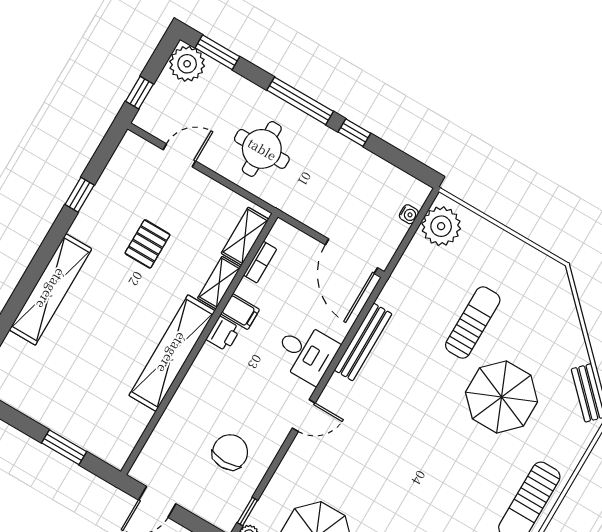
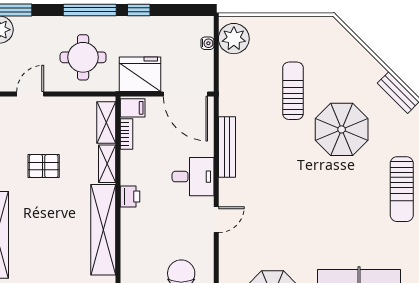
fridge: (314, 205) -> (140, 74), added
pallet: (147, 244) -> (44, 166), turned 90
filing cabinet: (240, 312) -> (133, 108), moved

